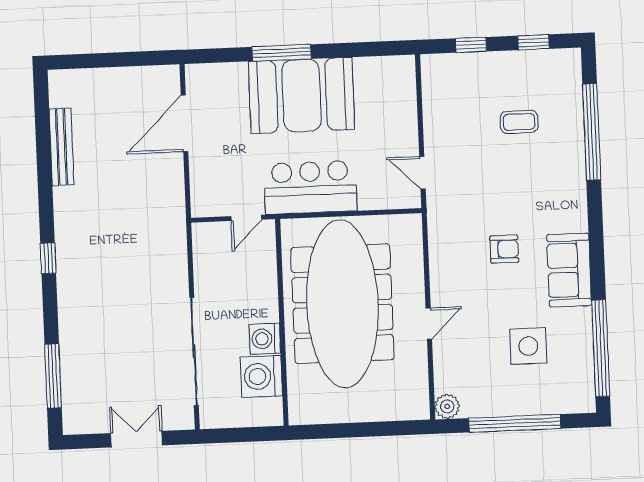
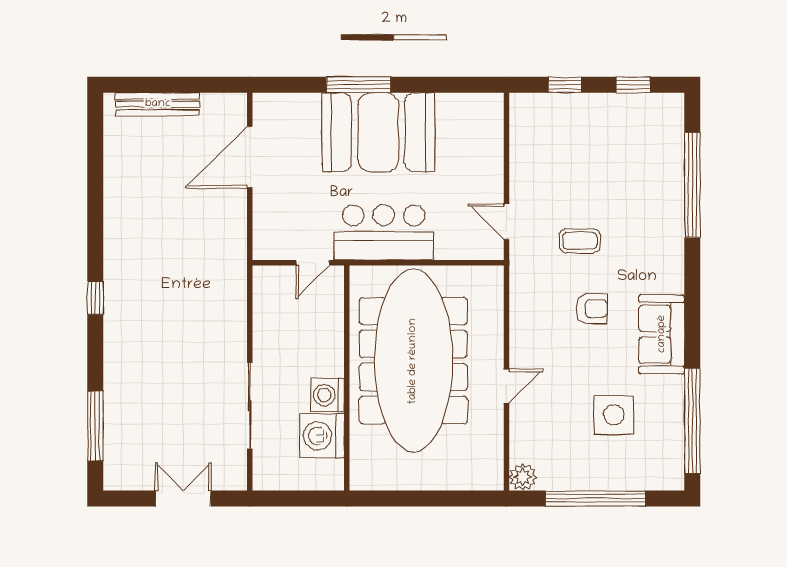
coffee table: (519, 122) -> (580, 241), moved
bench: (61, 147) -> (158, 104), moved, turned 90
sliding door: (194, 351) -> (250, 406), width x0.73

